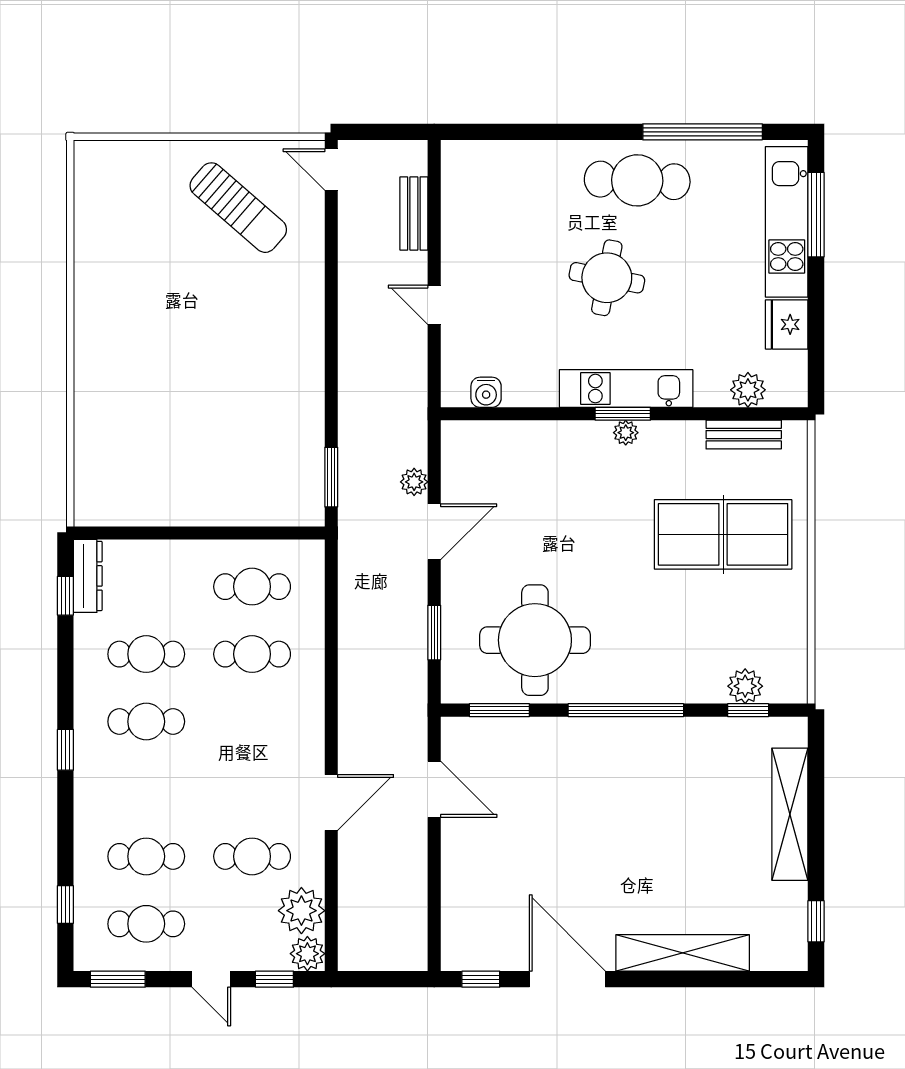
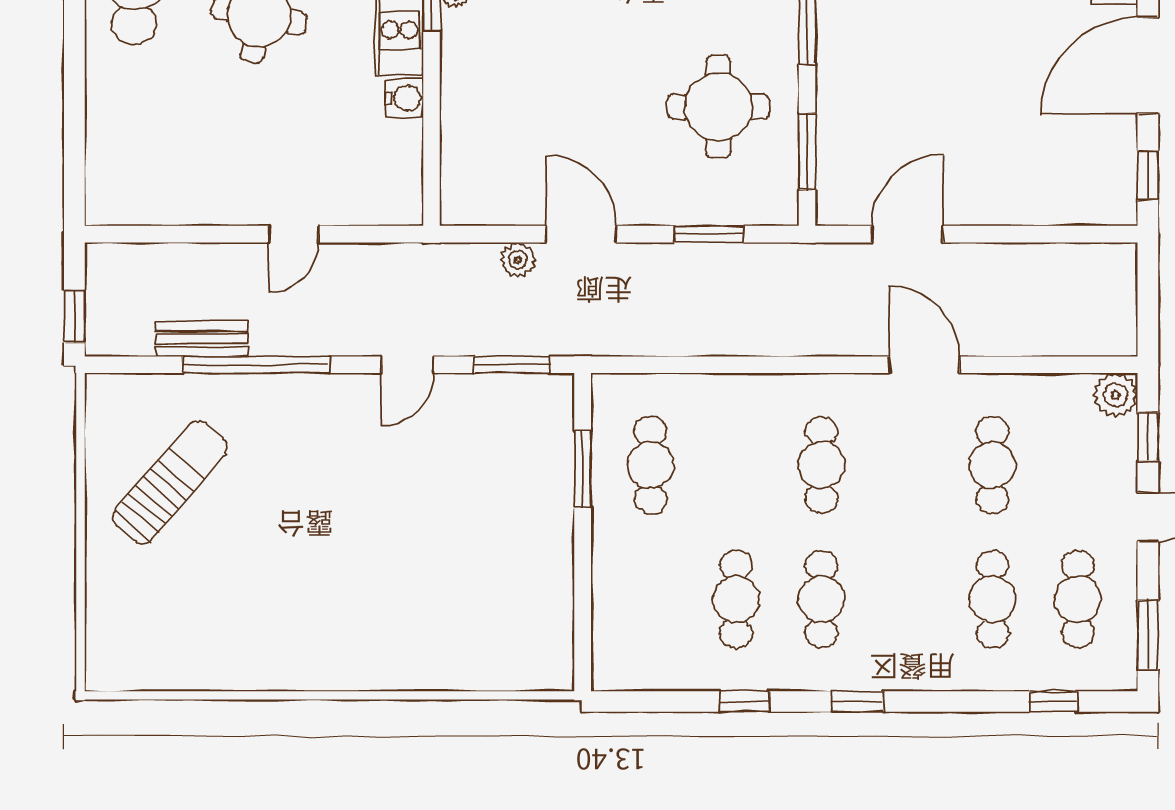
window: (369, 132) -> (74, 316), added
door: (331, 170) -> (407, 365), moved
bench: (414, 213) -> (202, 339), moved
window: (331, 275) -> (256, 365), added
water cooler: (486, 392) -> (404, 98), moved
window: (249, 533) -> (583, 469), added
dresser: (88, 576) -> (637, 673), removed
window: (65, 596) -> (744, 701), moved
round table: (535, 640) -> (718, 107), width x0.73, depth x0.73
cafe table: (252, 654) -> (821, 465), moved
plant: (301, 911) -> (1061, 402), removed

